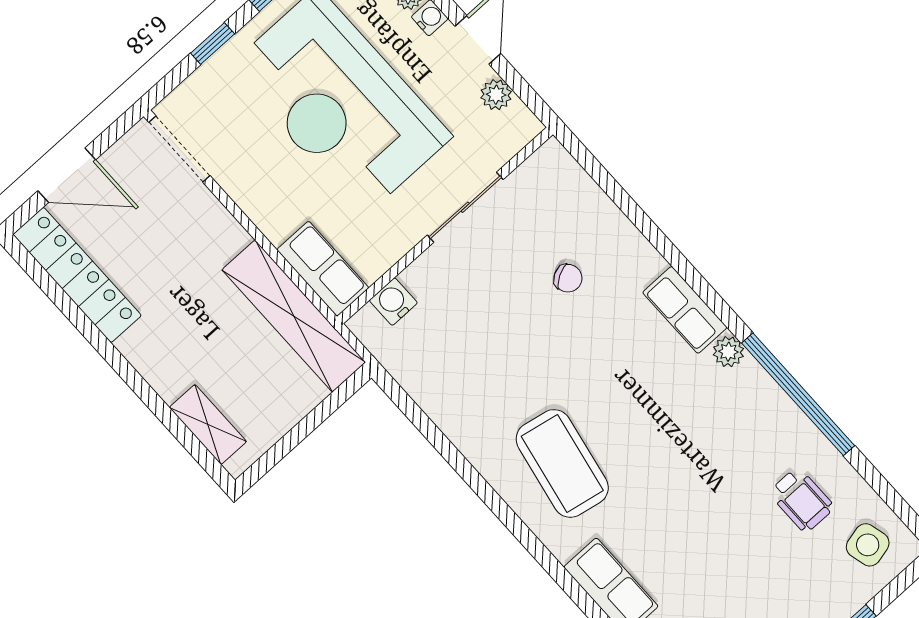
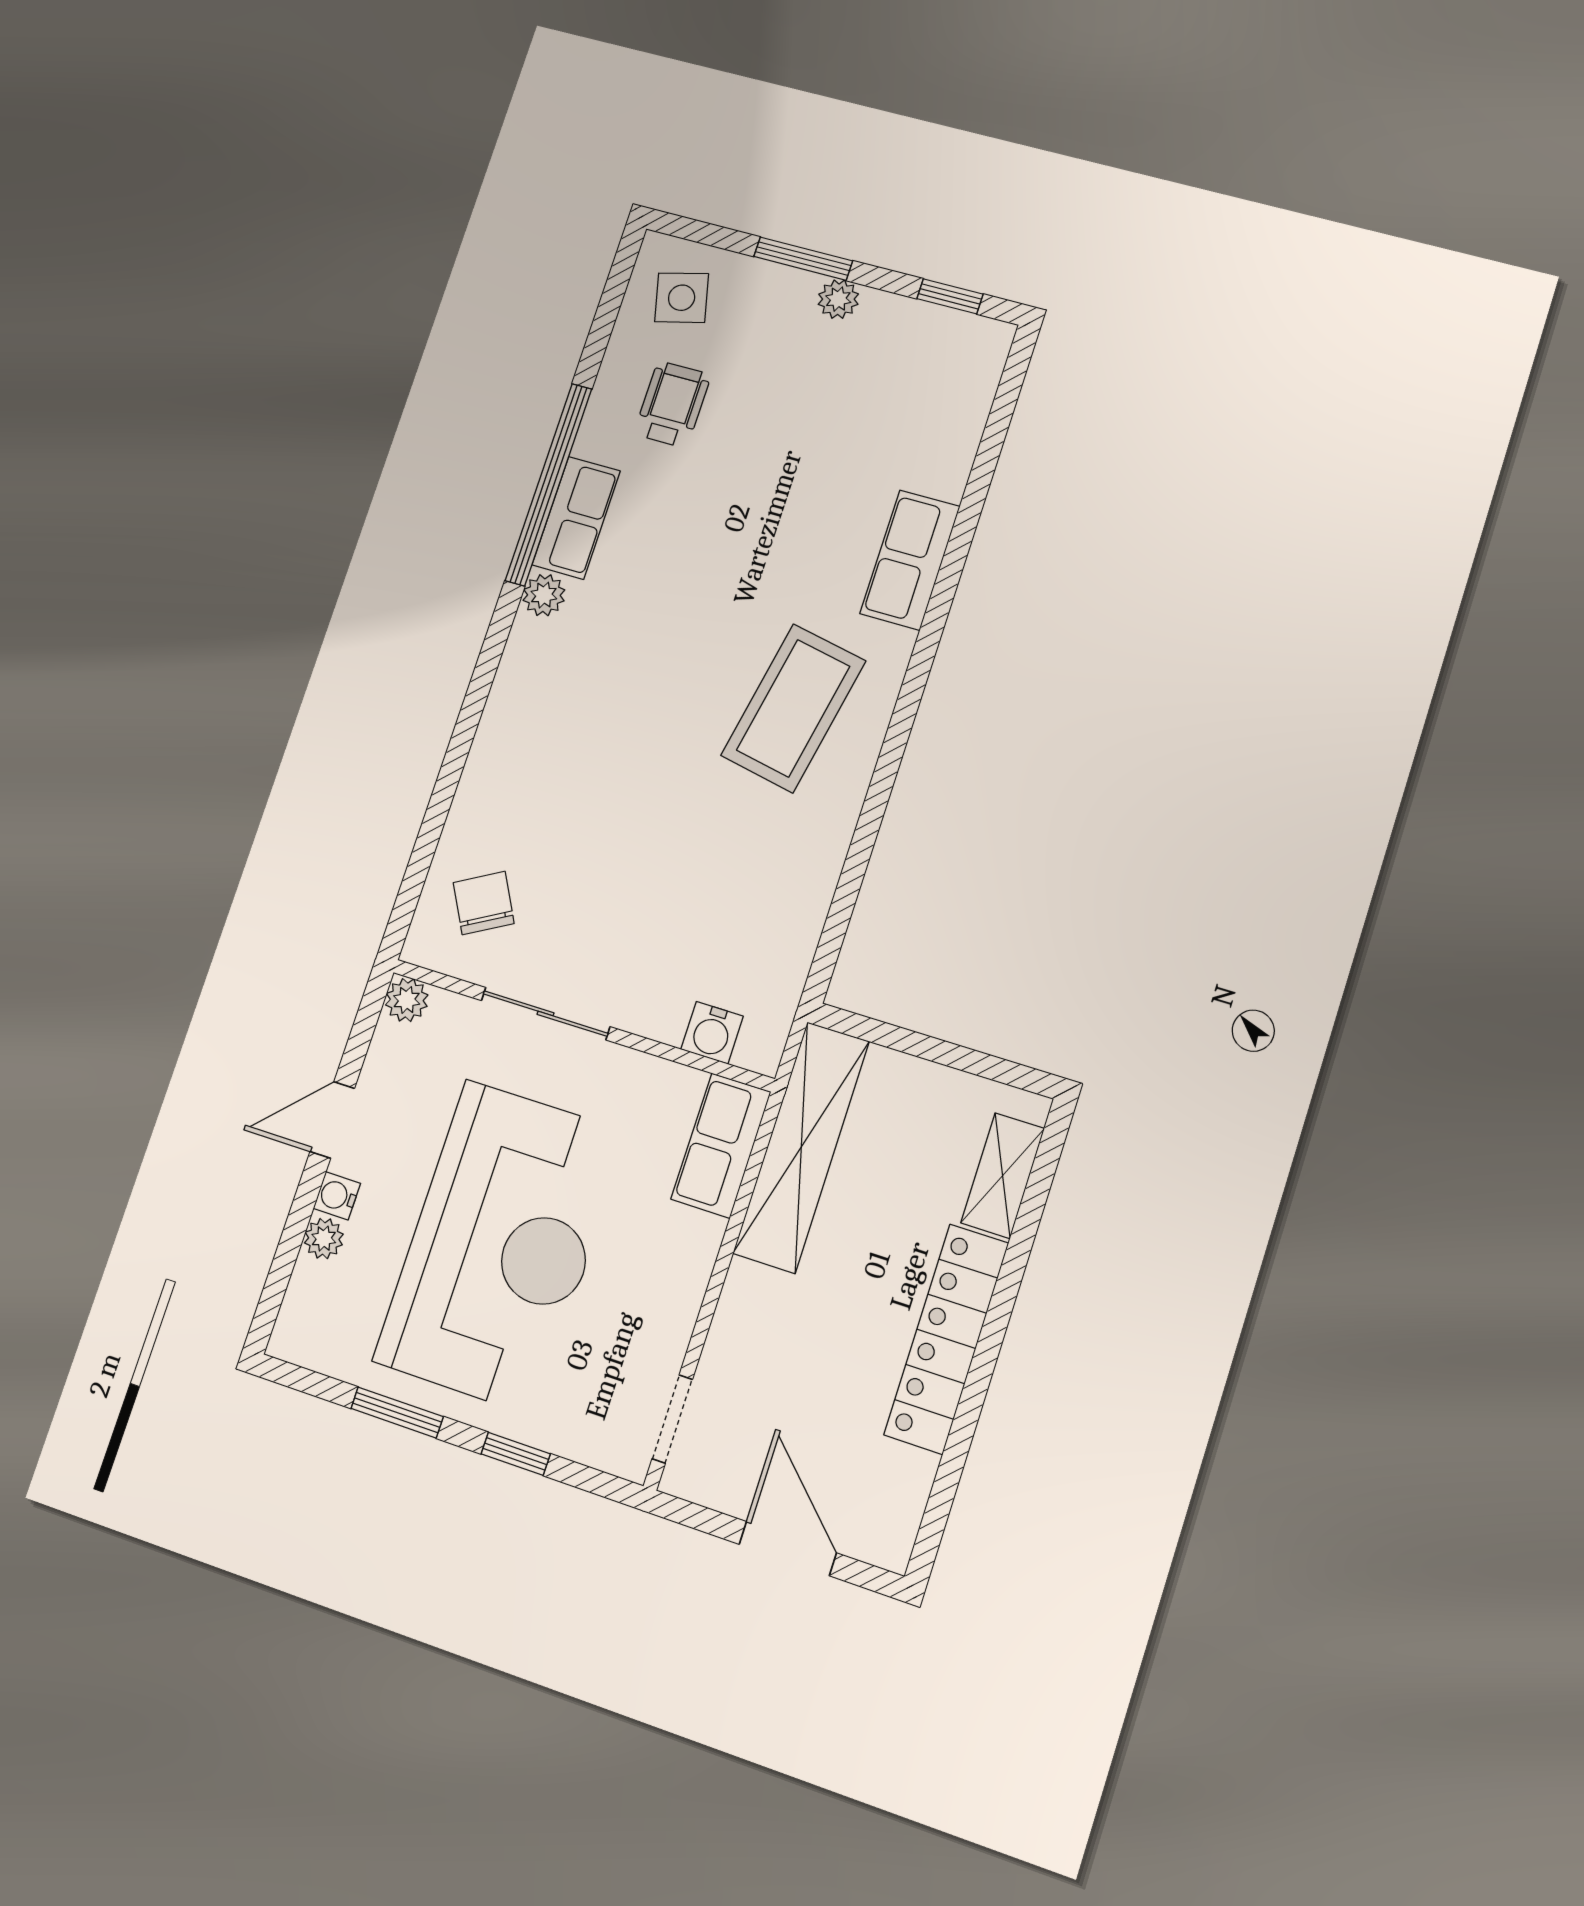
plant: (496, 95) -> (407, 1000), moved
doorway: (179, 149) -> (672, 1419), width x0.73
locker: (77, 275) -> (946, 1339), moved
chair: (568, 278) -> (484, 903), moved, width x1.37, depth x1.37
row of seats: (685, 310) -> (576, 518), moved

